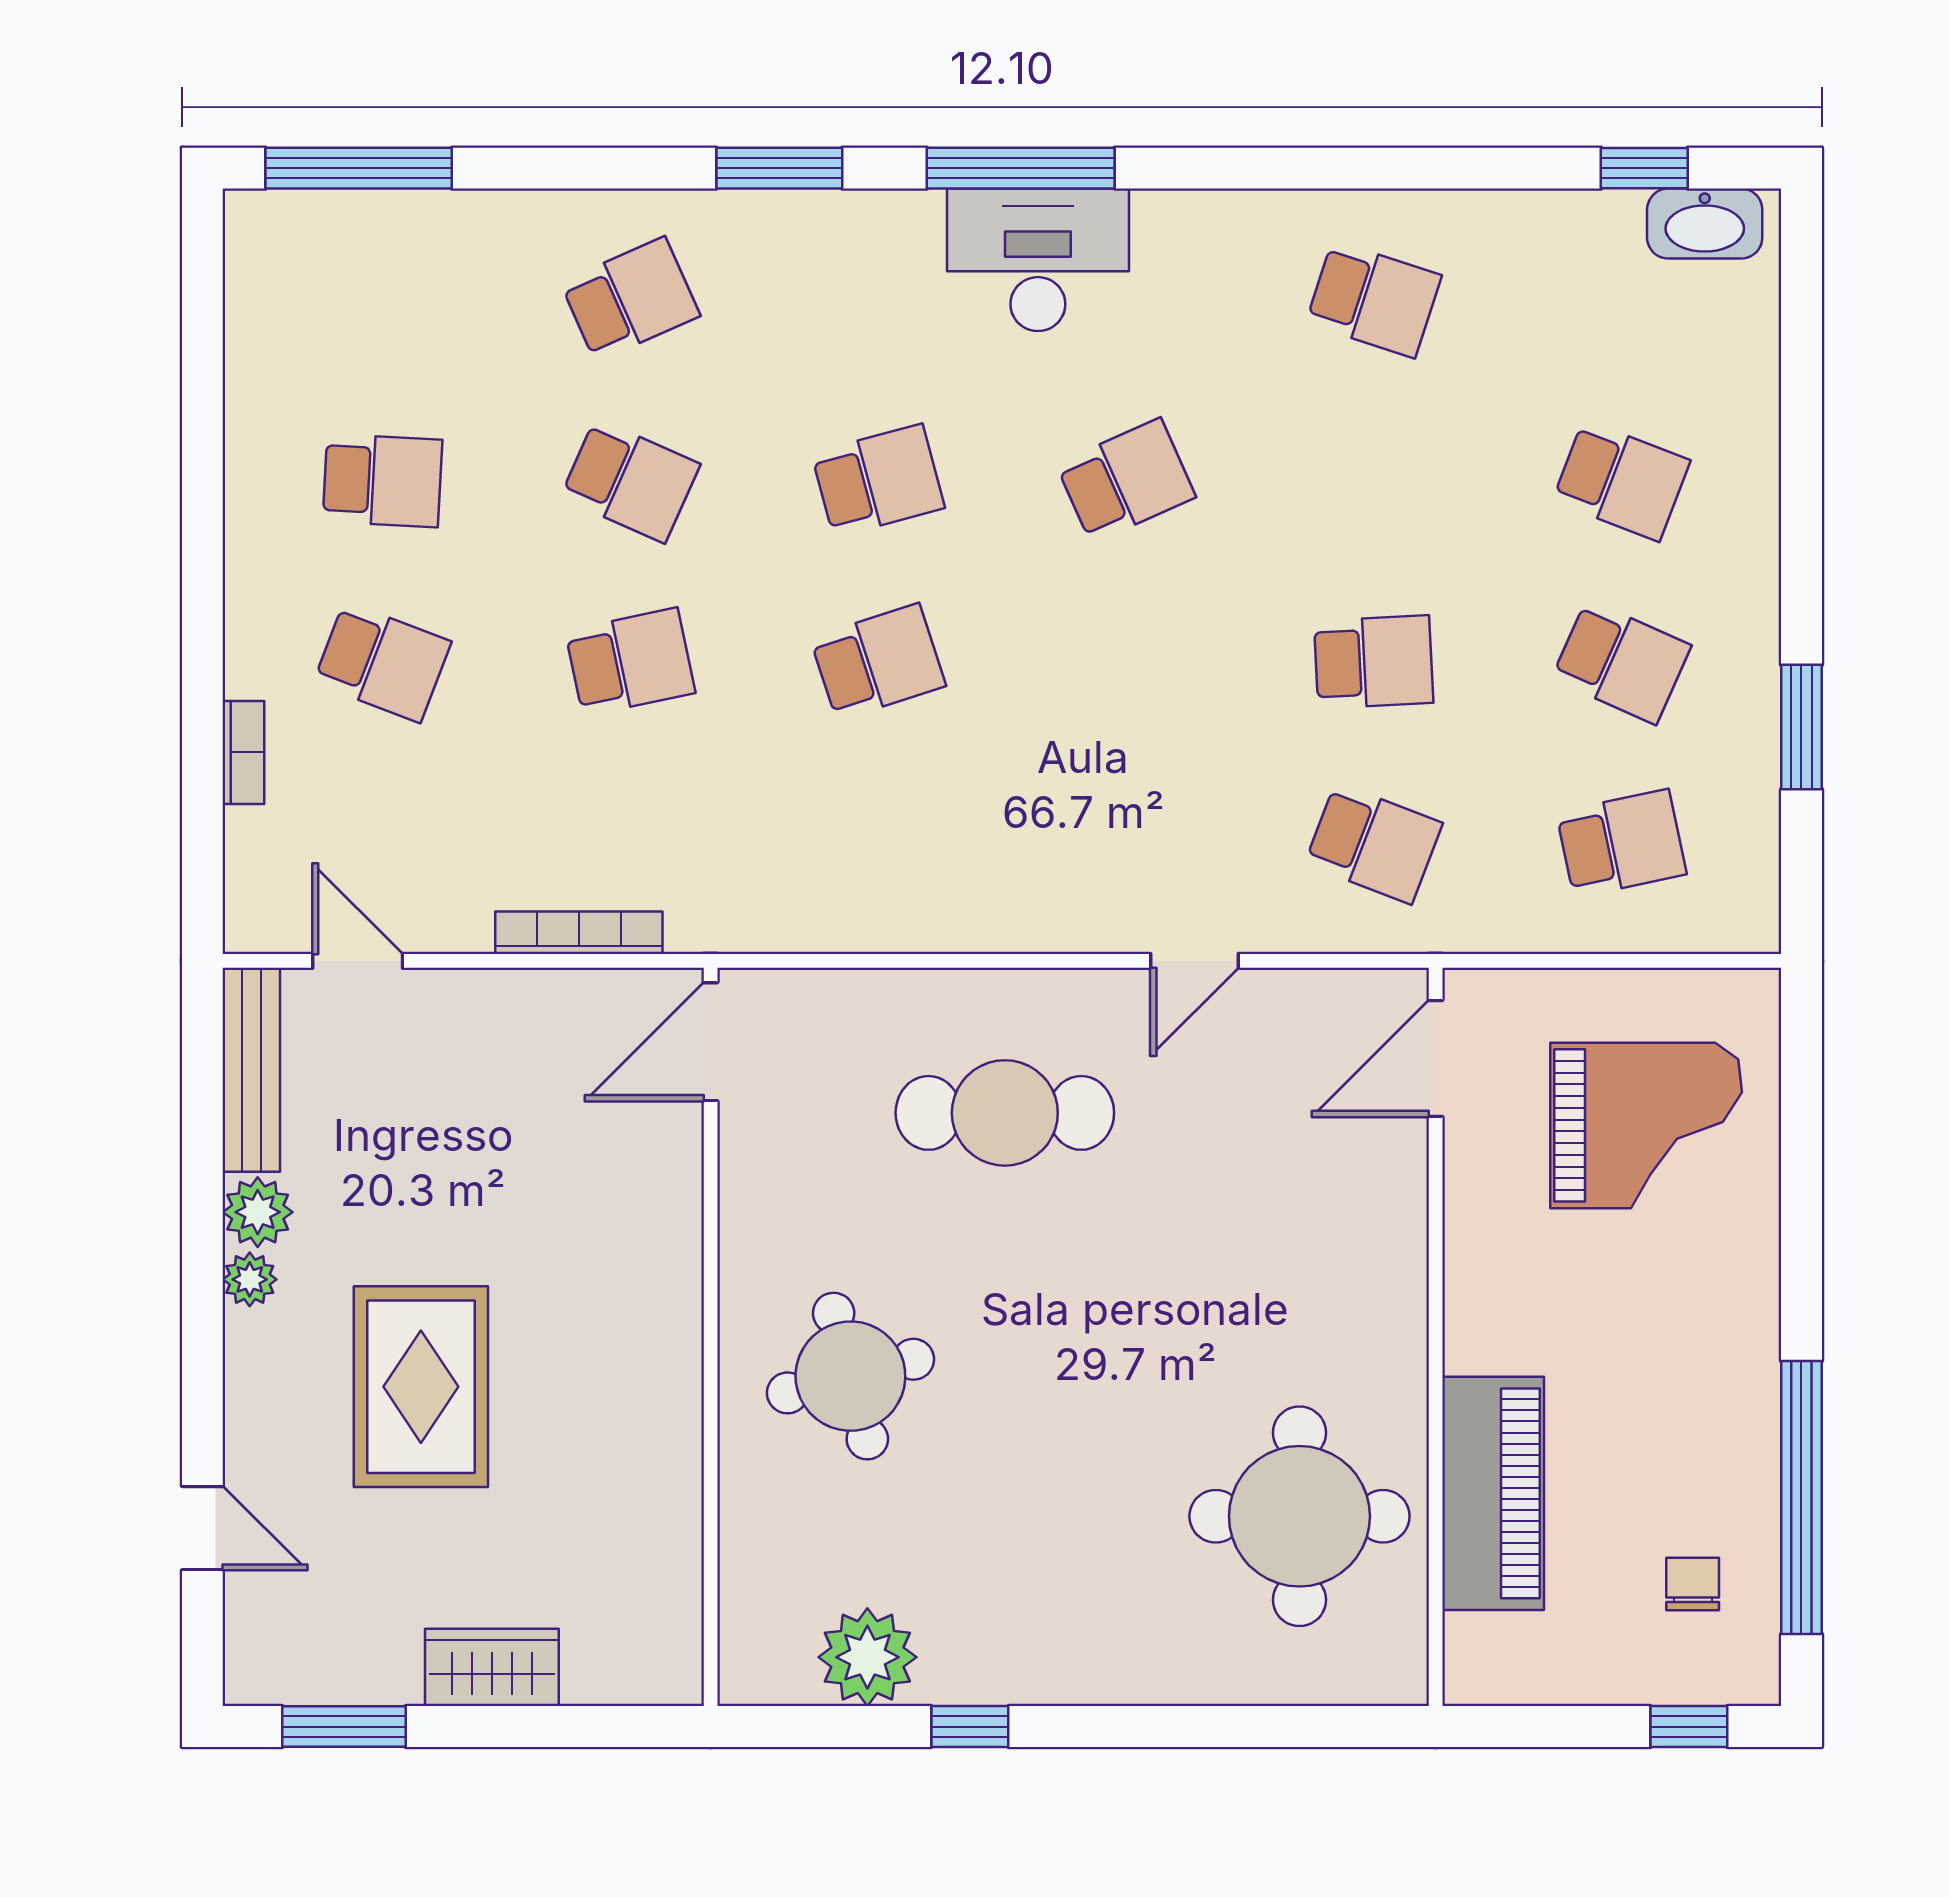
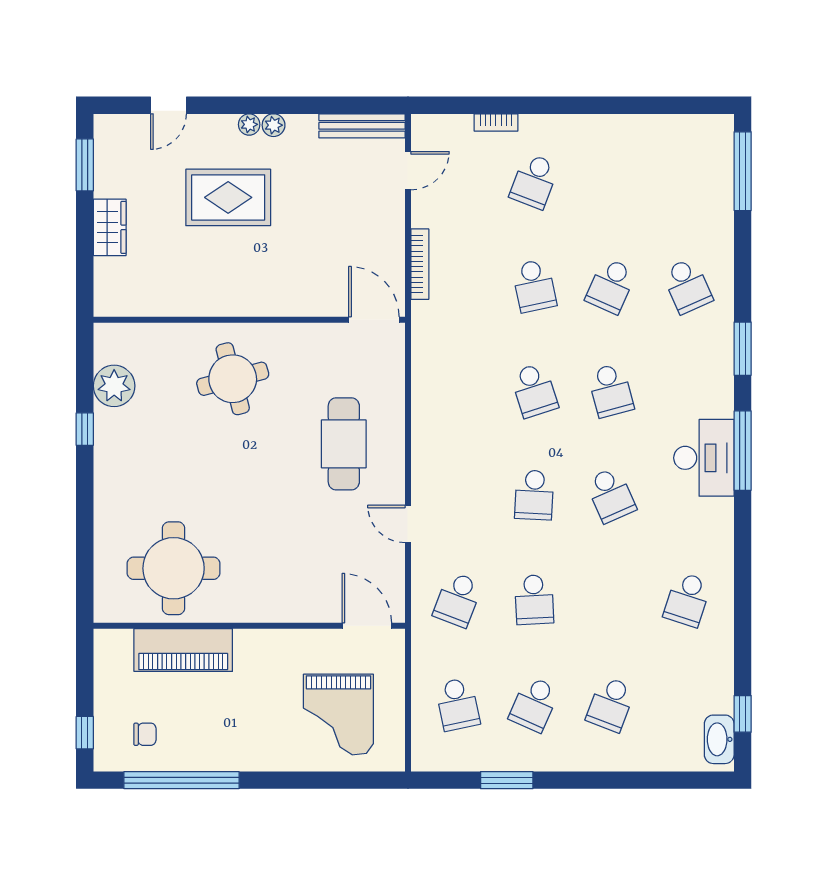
school desk: (382, 481) -> (534, 495), moved
plant: (258, 1212) -> (249, 124), moved, width x0.73, depth x0.73

